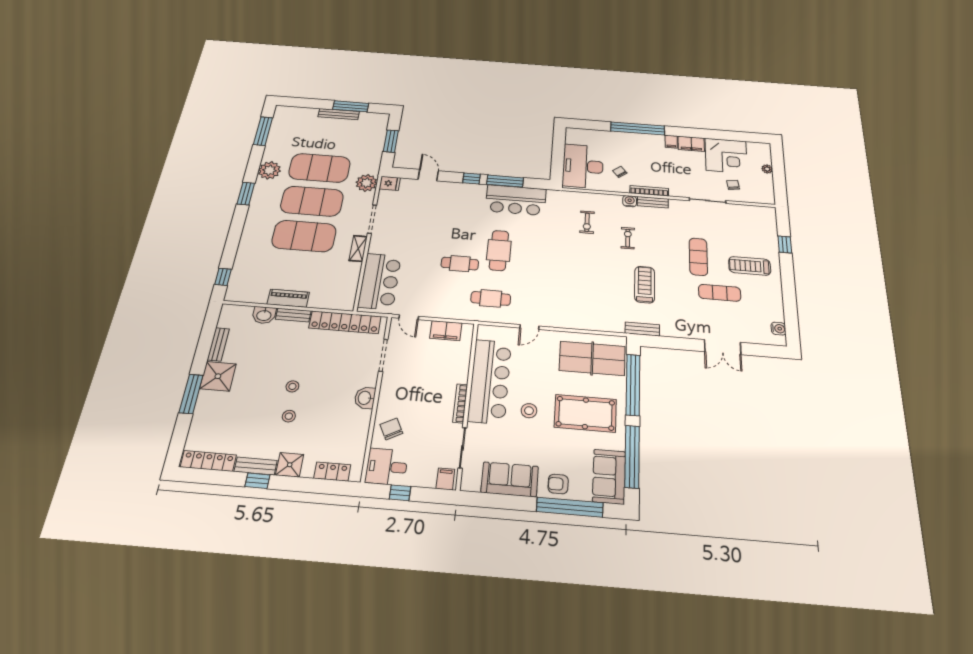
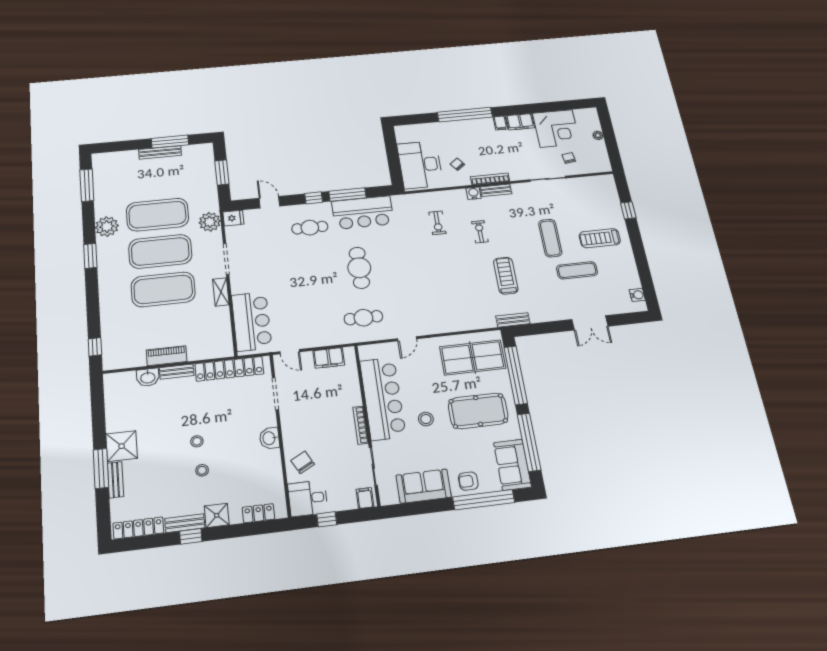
cafe table: (460, 264) -> (310, 228), moved
bench: (218, 344) -> (115, 480), moved

